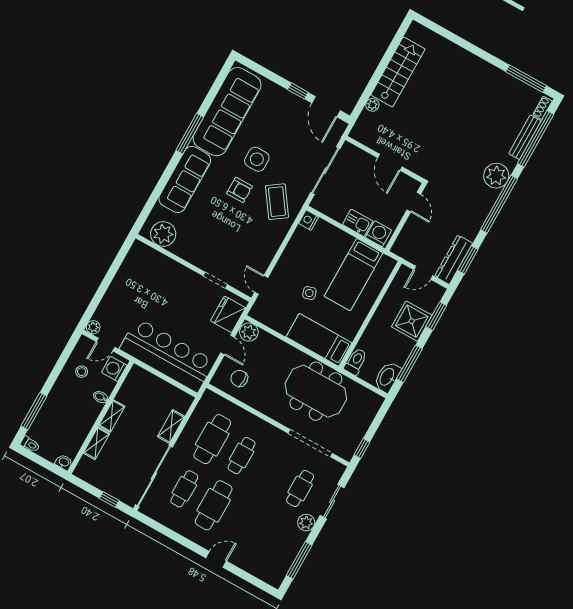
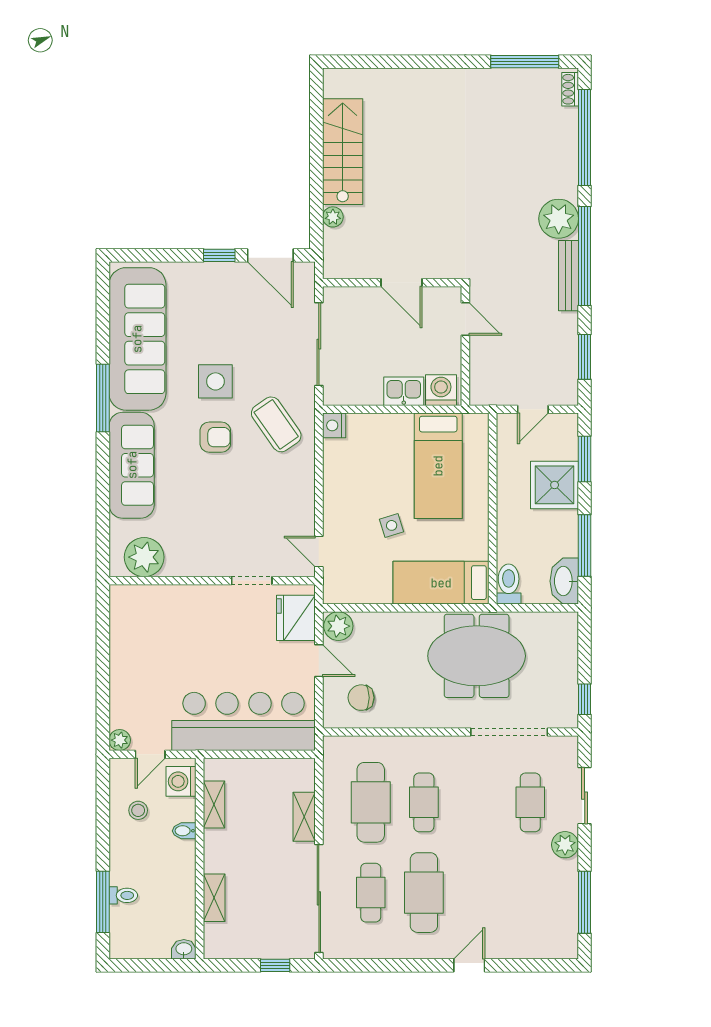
bench: (525, 137) -> (568, 276), moved
dresser: (454, 260) -> (565, 368), removed
shelving: (112, 416) -> (214, 804), moved
toilet: (30, 444) -> (123, 895), moved

